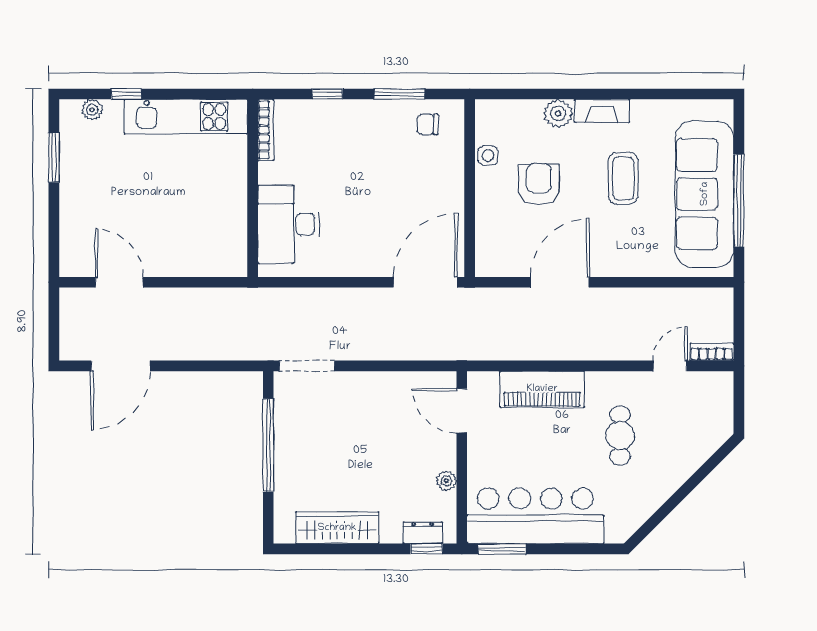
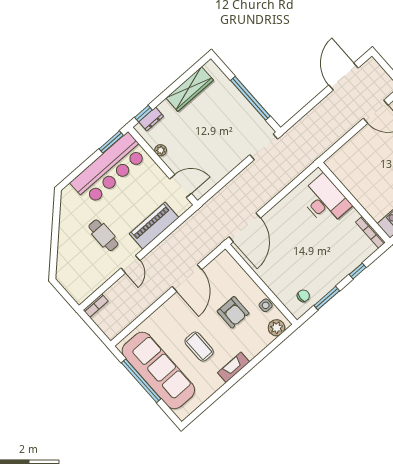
plant: (558, 114) -> (276, 328), moved
door: (670, 366) -> (131, 264), moved

